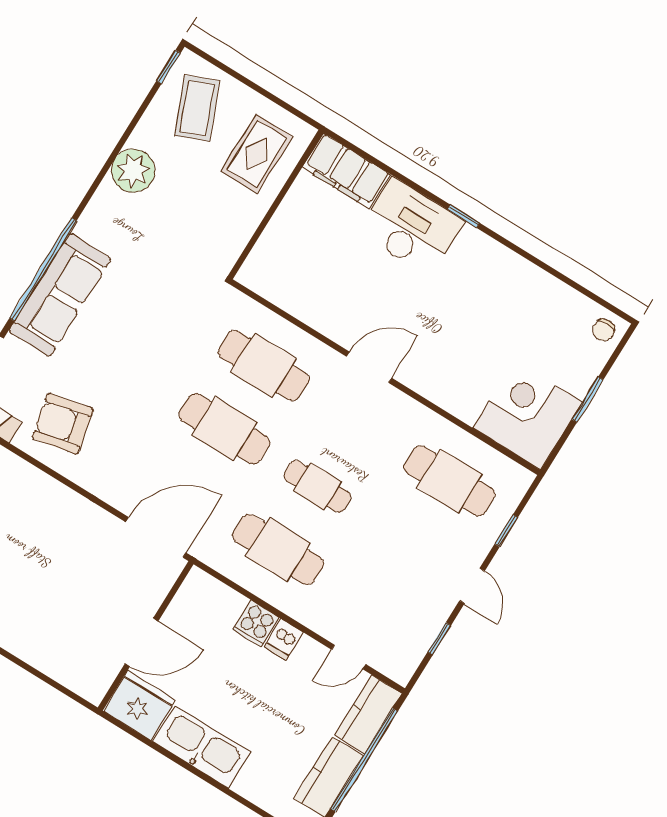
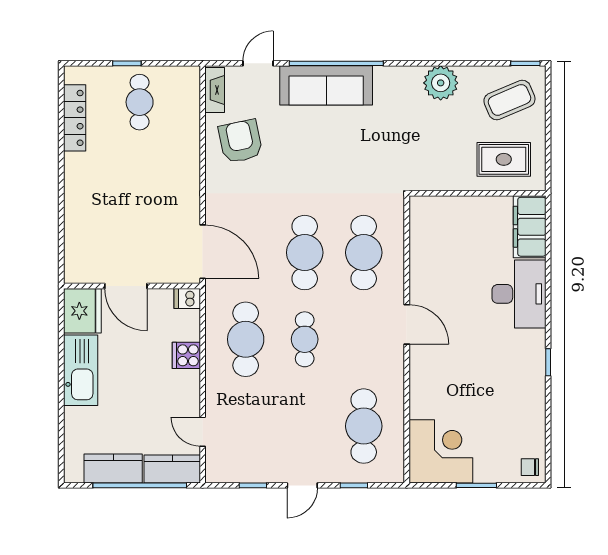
window: (464, 216) -> (548, 362), moved
dishwasher: (284, 640) -> (187, 298), moved

